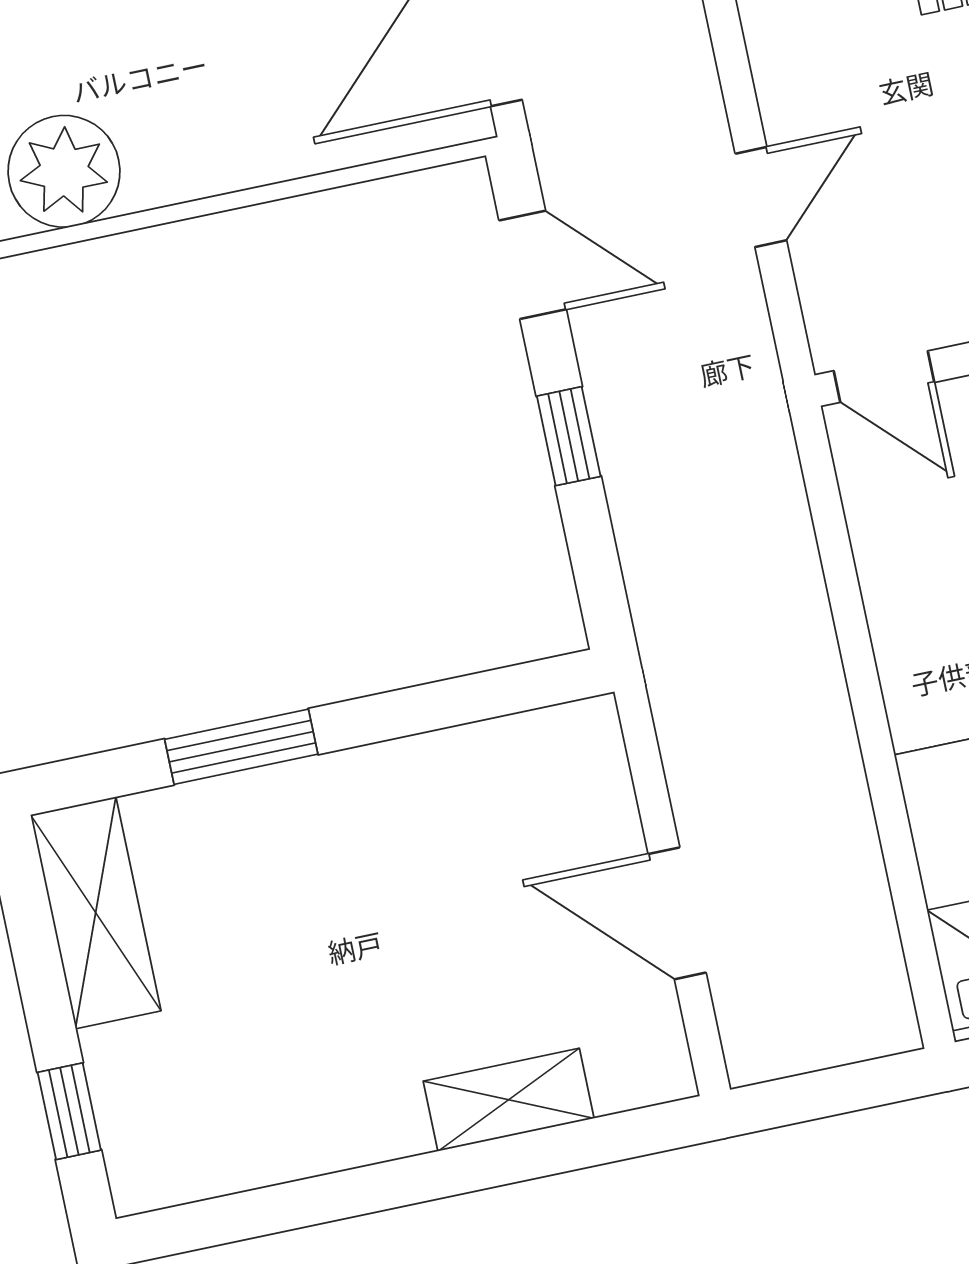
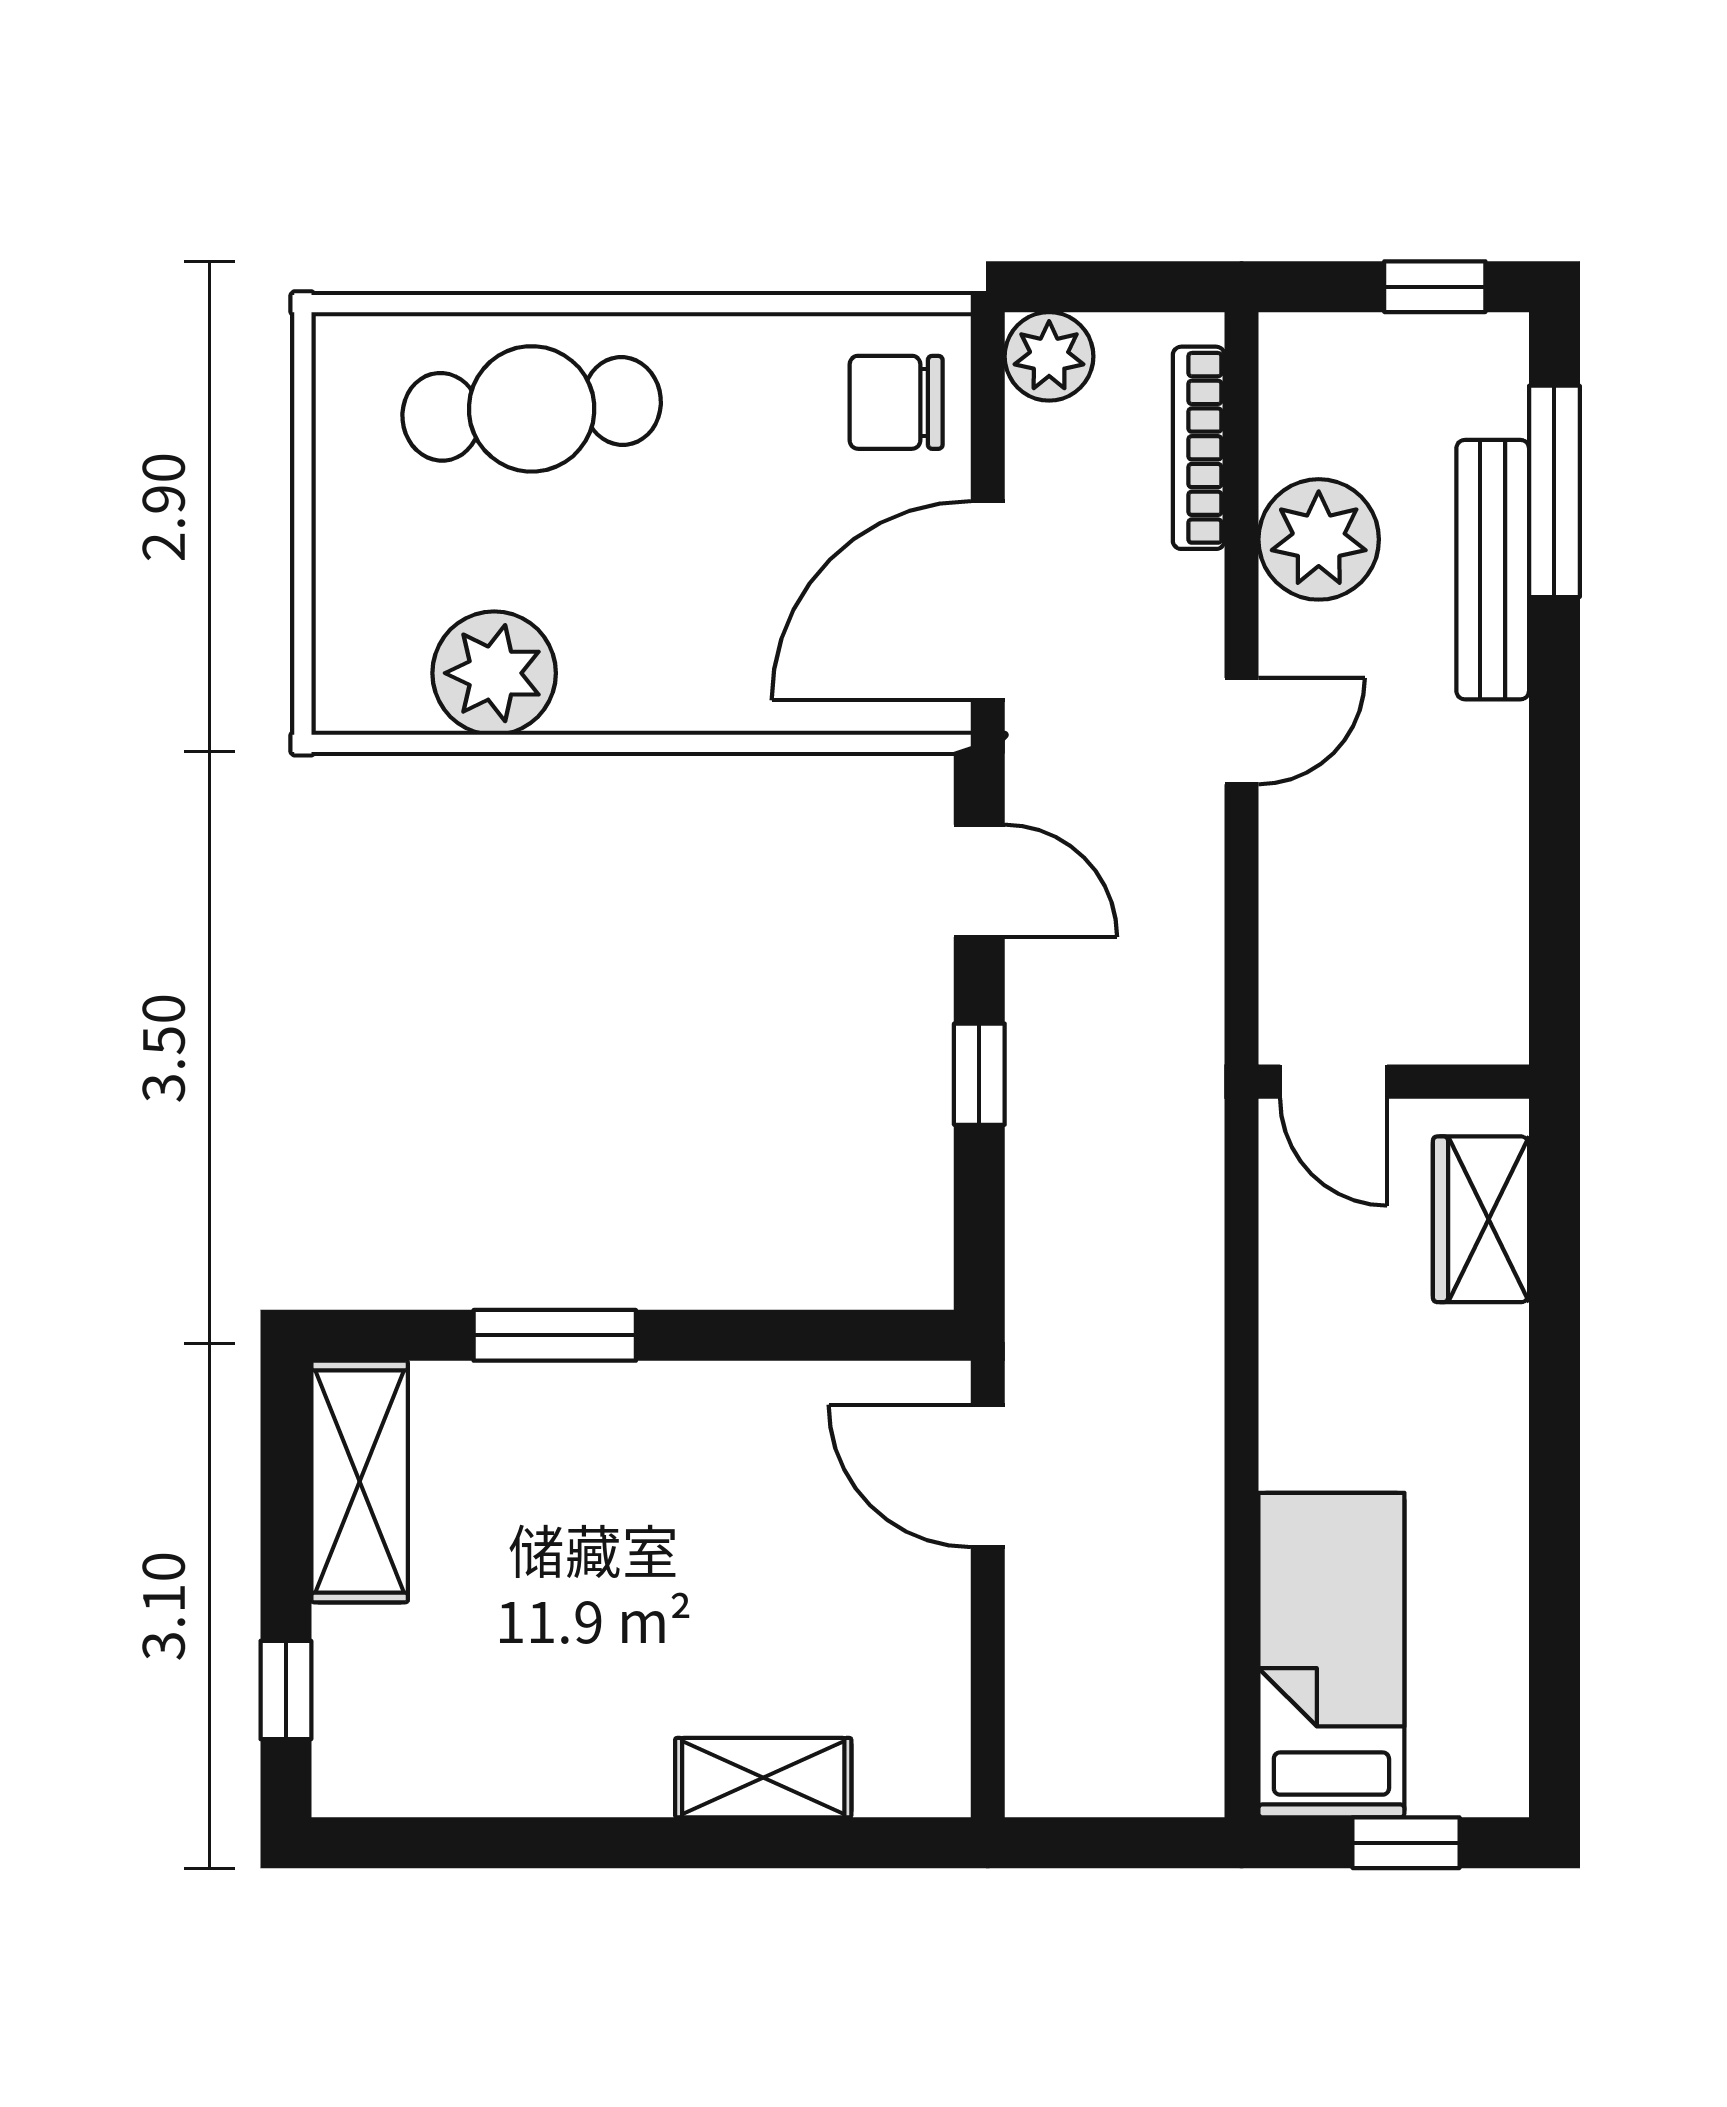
door: (761, 197) -> (1241, 731), moved
door: (677, 913) -> (988, 1476), moved

